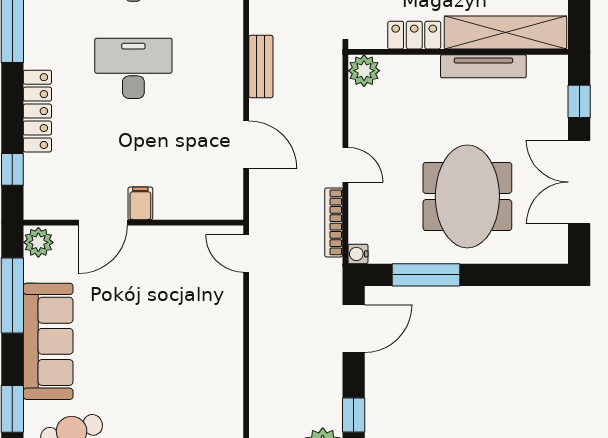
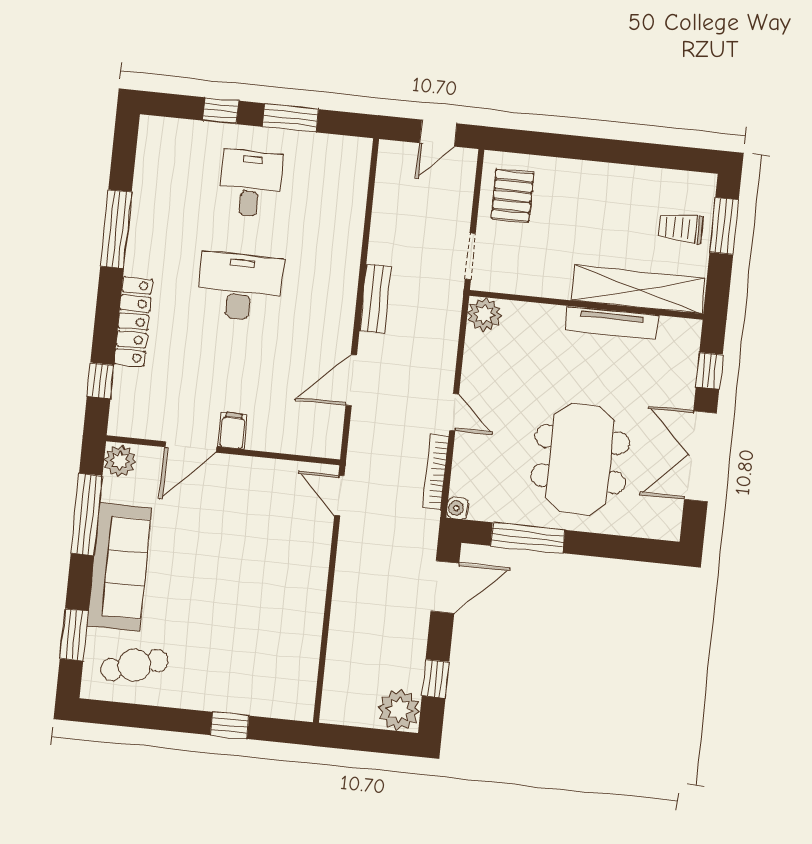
locker: (414, 35) -> (542, 282), removed
door: (246, 145) -> (351, 380), swing flipped

